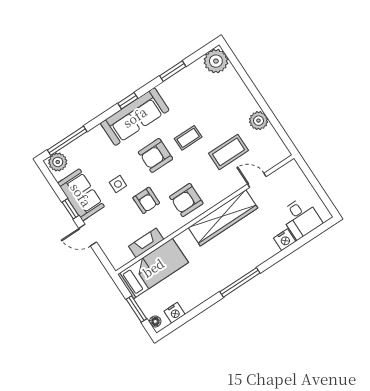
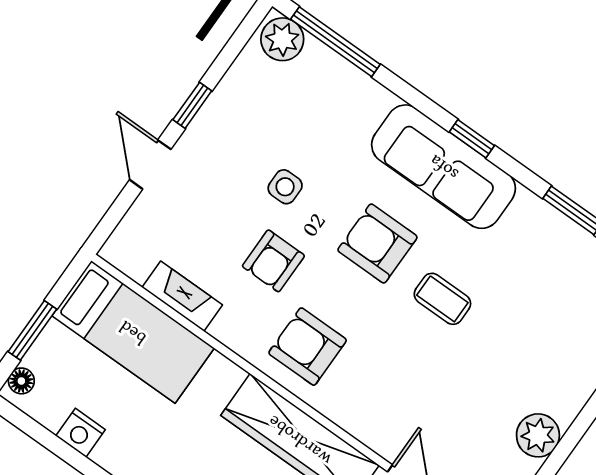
coffee table: (229, 152) -> (446, 397), removed
sofa: (81, 195) -> (231, 116), removed
nightstand: (175, 313) -> (81, 433), moved

